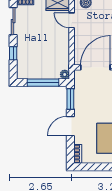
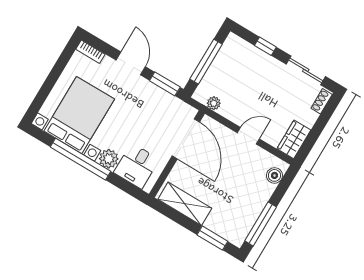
door: (72, 20) -> (248, 136), moved
plant: (65, 74) -> (214, 103), moved

